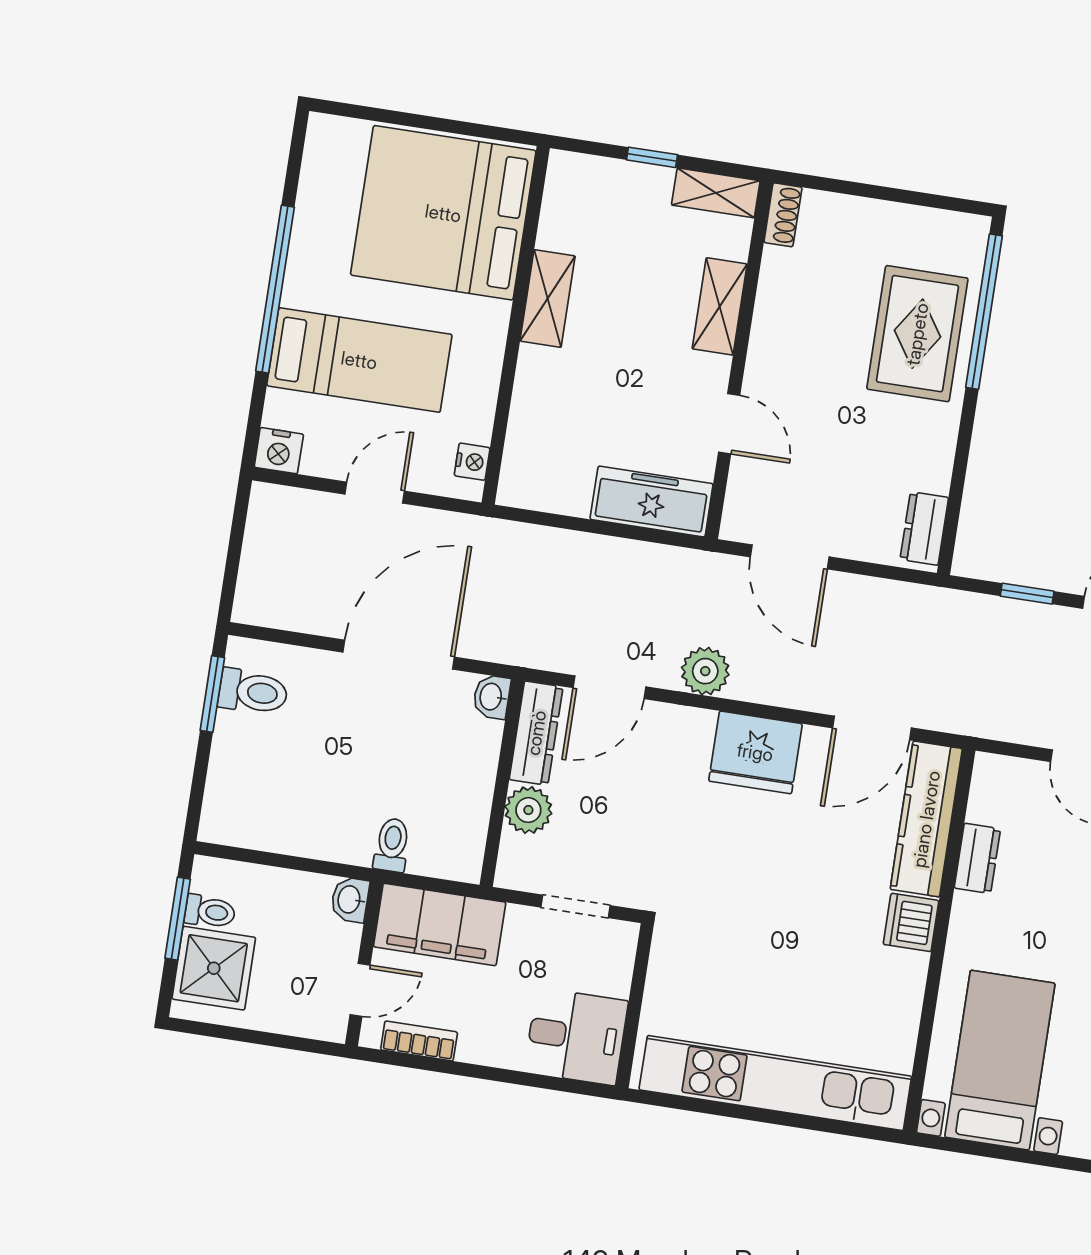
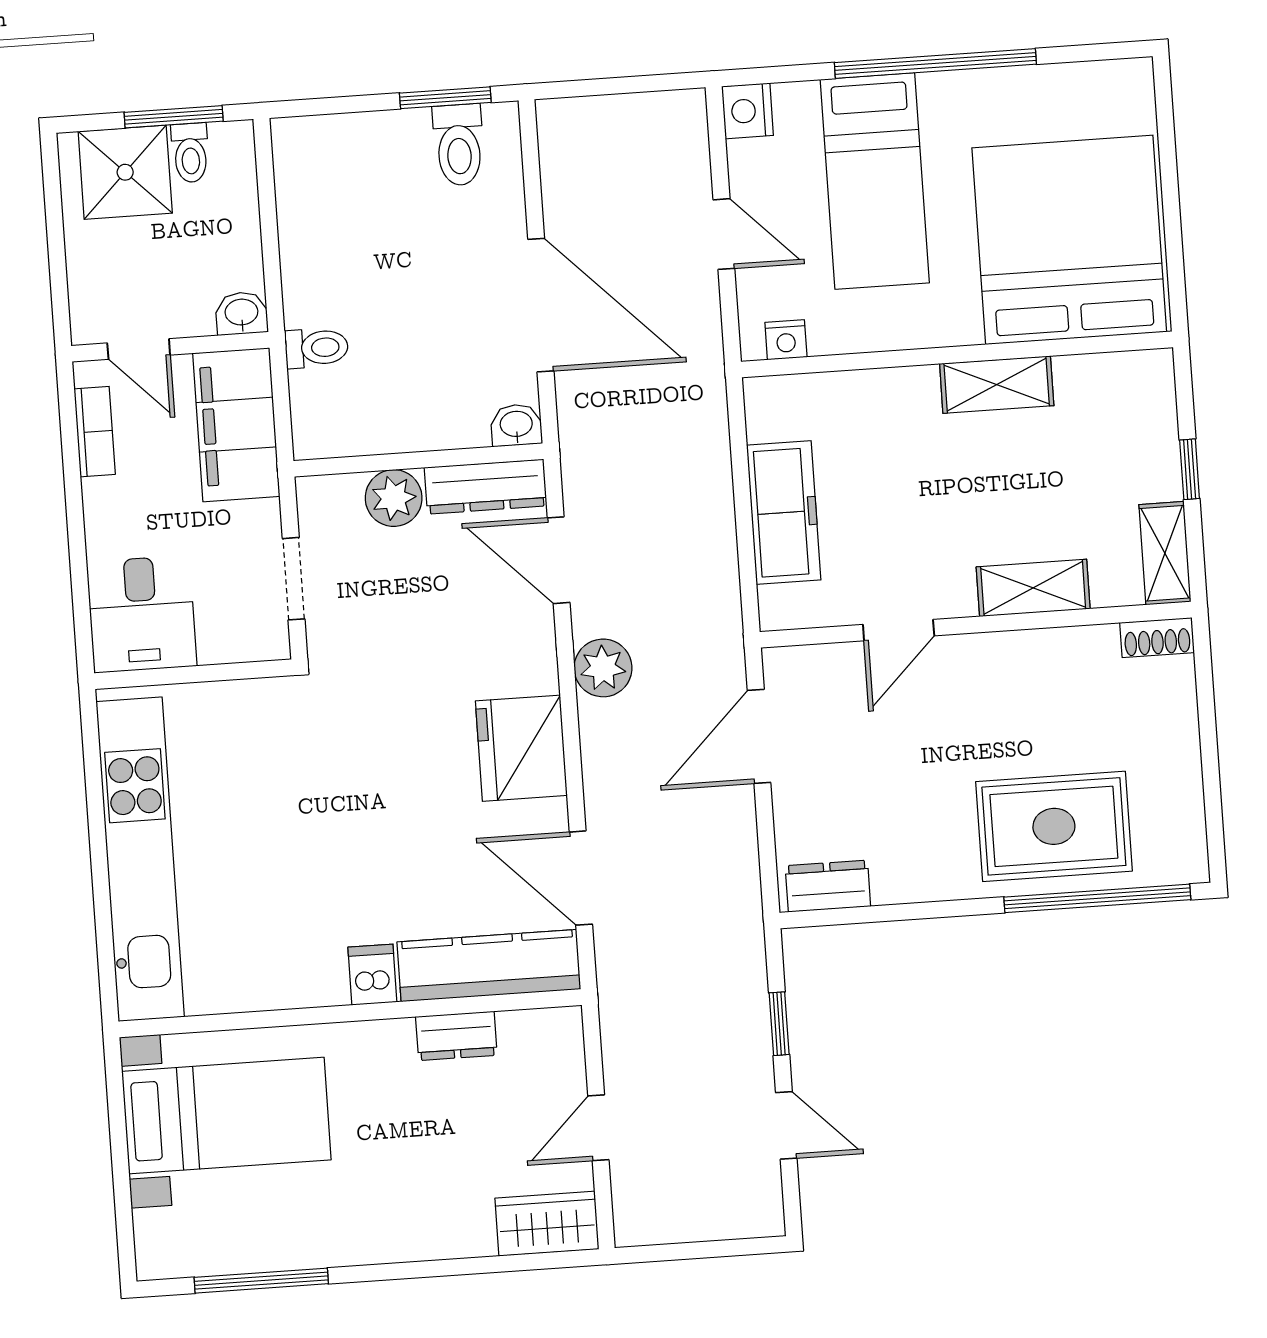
freezer: (652, 502) -> (784, 513), moved
dishwasher: (911, 922) -> (372, 975), width x0.73

